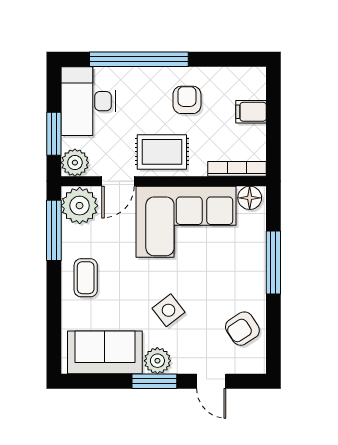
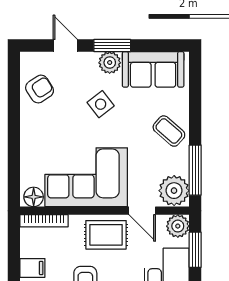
door: (118, 181) -> (142, 211), swing flipped
window: (273, 263) -> (14, 144), removed
coffee table: (86, 278) -> (169, 131), turned -49

